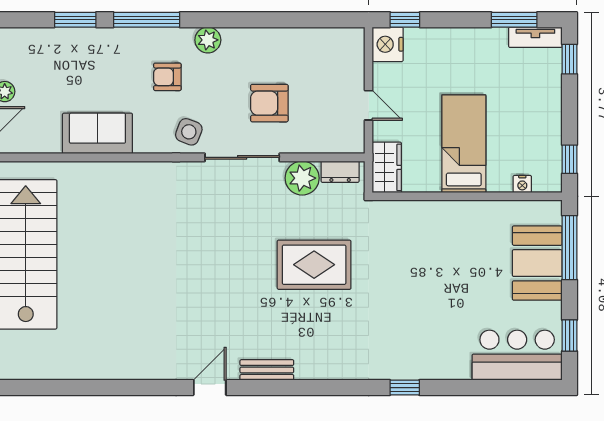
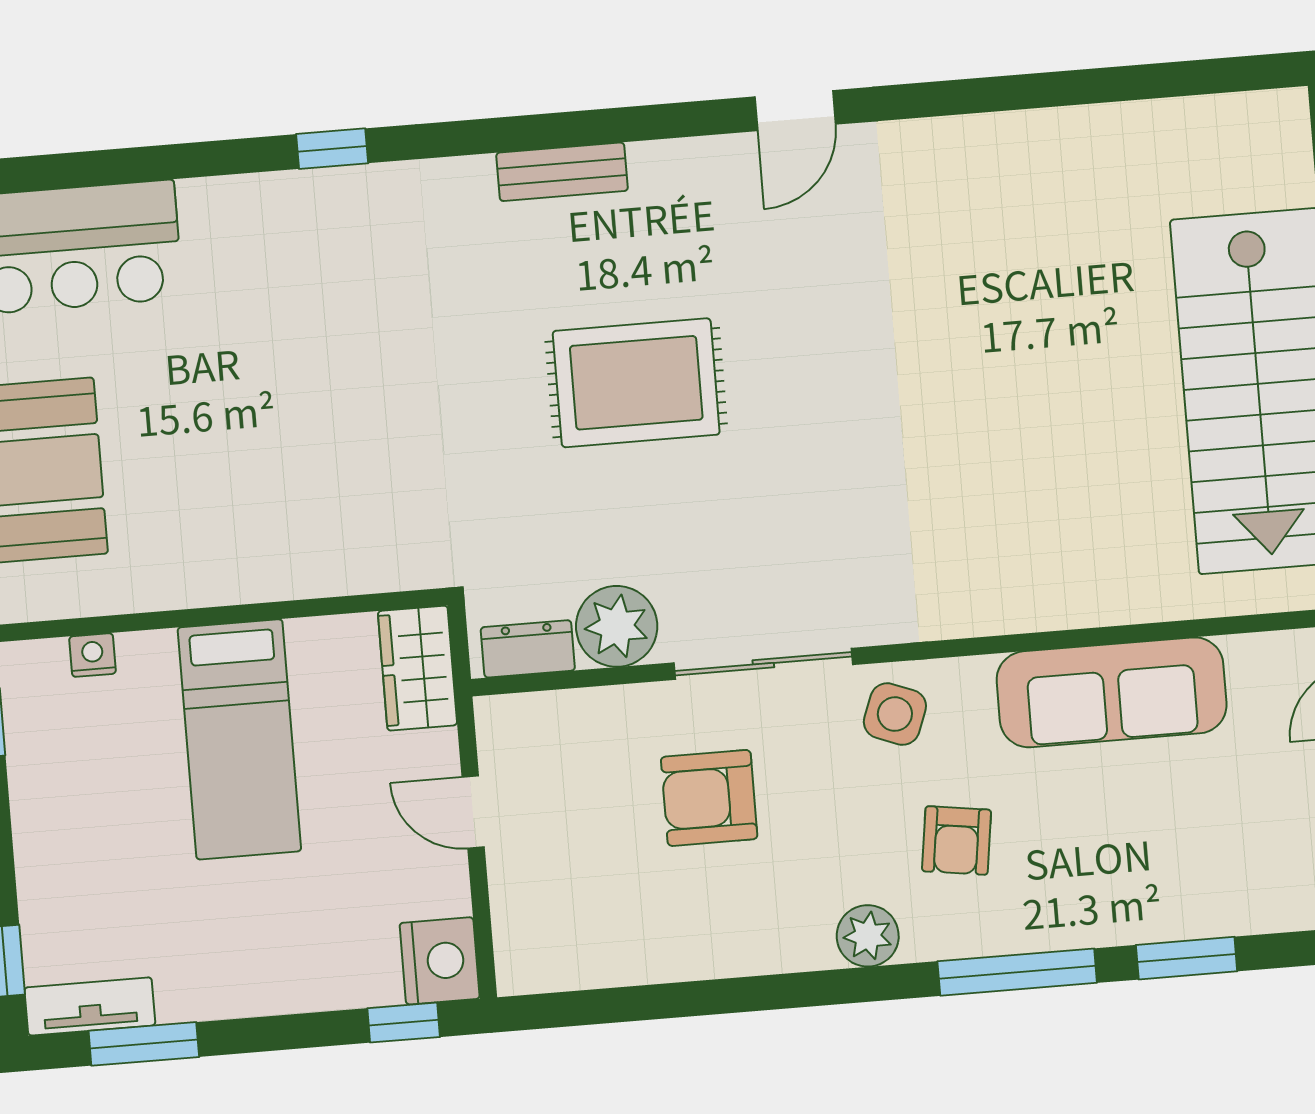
armchair: (167, 77) -> (957, 841), turned 98
armchair: (269, 103) -> (709, 798), turned 180
sofa: (97, 133) -> (1112, 692), width x1.36
rug: (314, 265) -> (636, 383), moved
bench: (267, 370) -> (562, 172), moved

